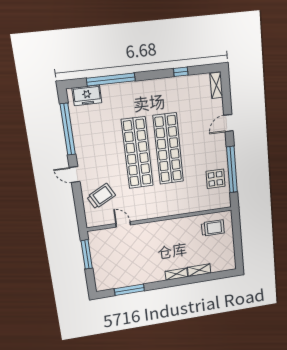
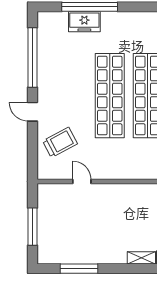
freezer: (87, 95) -> (84, 22), moved
window: (87, 254) -> (32, 227), moved

